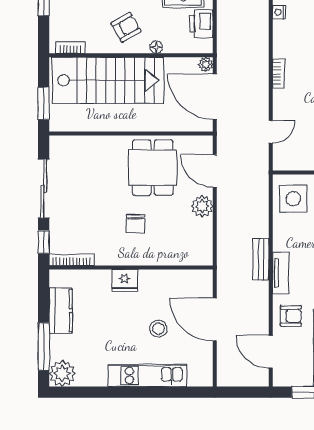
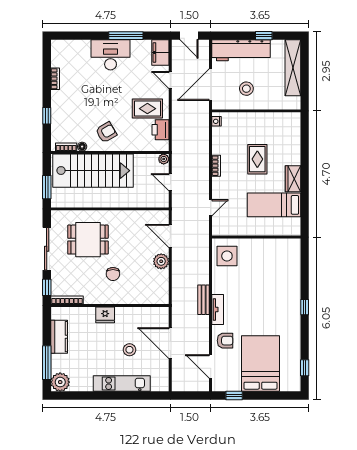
floor lamp: (156, 47) -> (82, 147), moved
door: (215, 96) -> (170, 182), width x0.53
dining table: (153, 168) -> (88, 240), moved, turned 90

